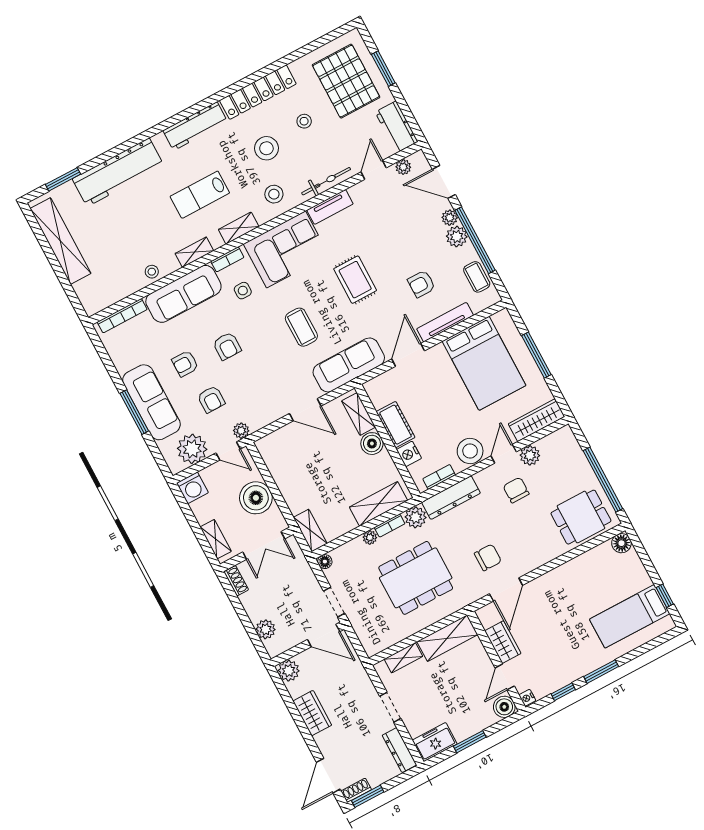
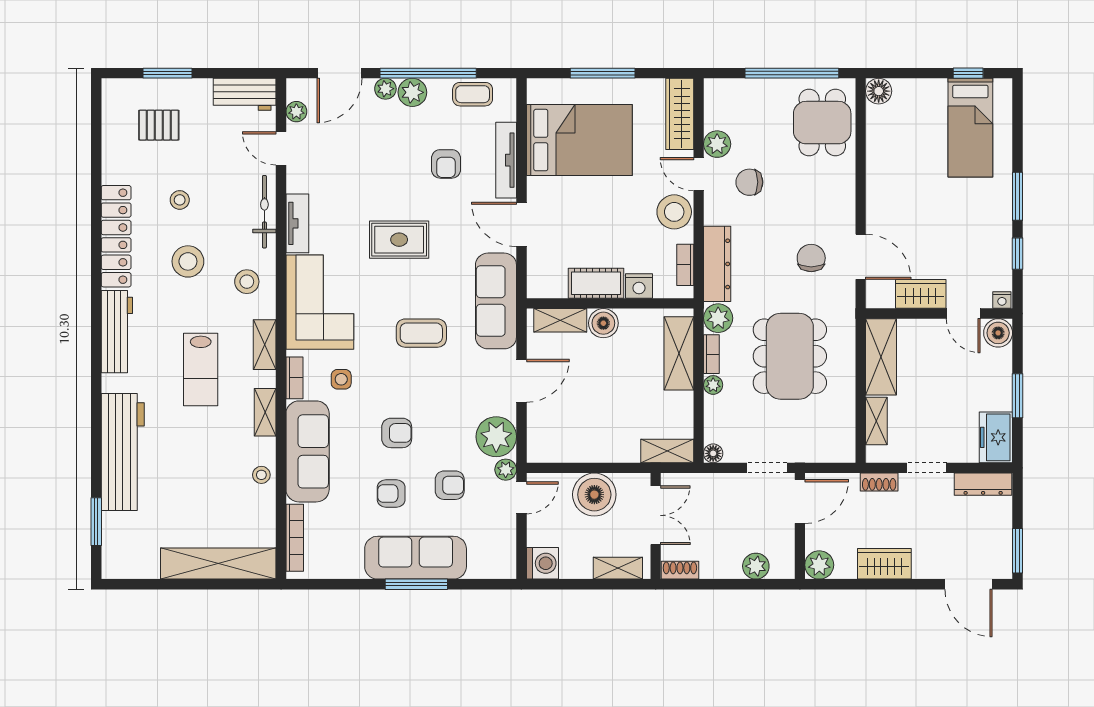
pallet: (346, 81) -> (159, 125), width x0.49, depth x0.50
shelving: (60, 241) -> (218, 564), moved
armchair: (185, 364) -> (391, 493), turned 90
plant: (192, 449) -> (496, 437), moved
shoe rack: (356, 790) -> (879, 482), moved, turned -90

